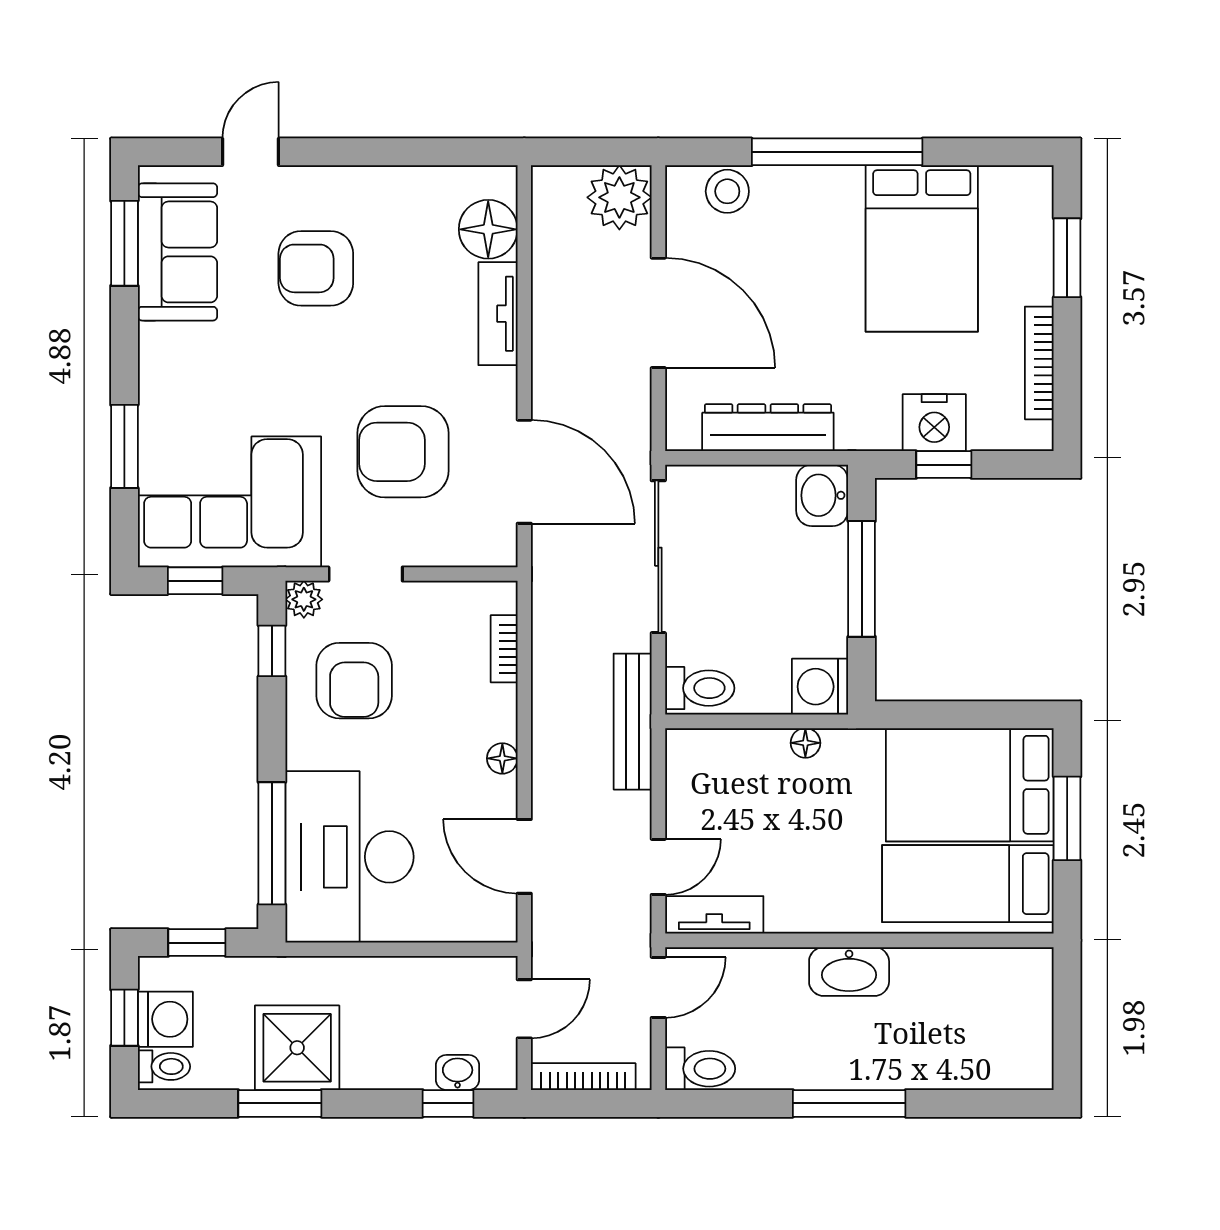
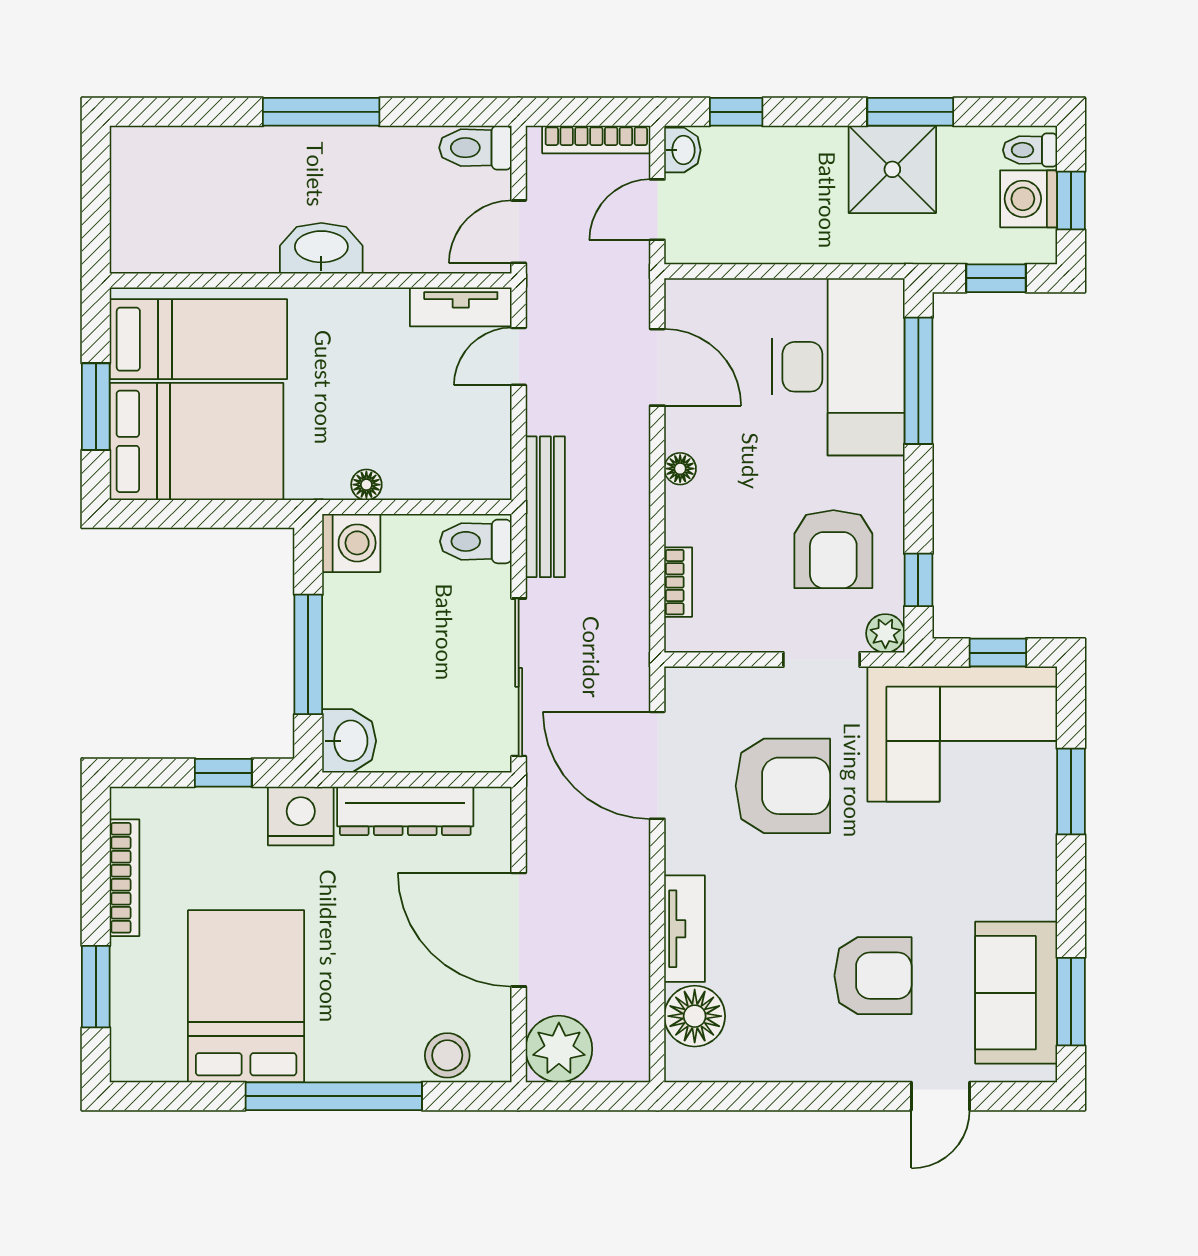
nightstand: (934, 423) -> (301, 816), moved
armchair: (354, 681) -> (833, 549), turned 180
washbasin: (458, 1072) -> (682, 150), moved, turned -90

